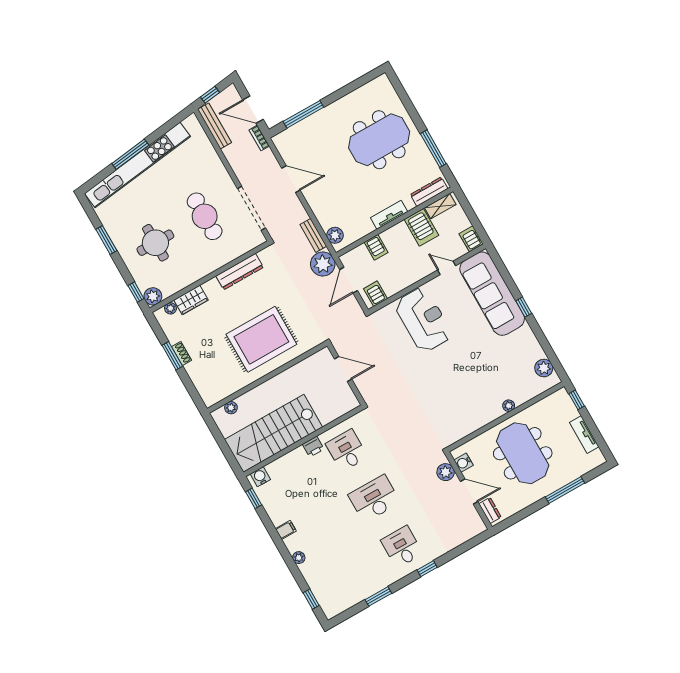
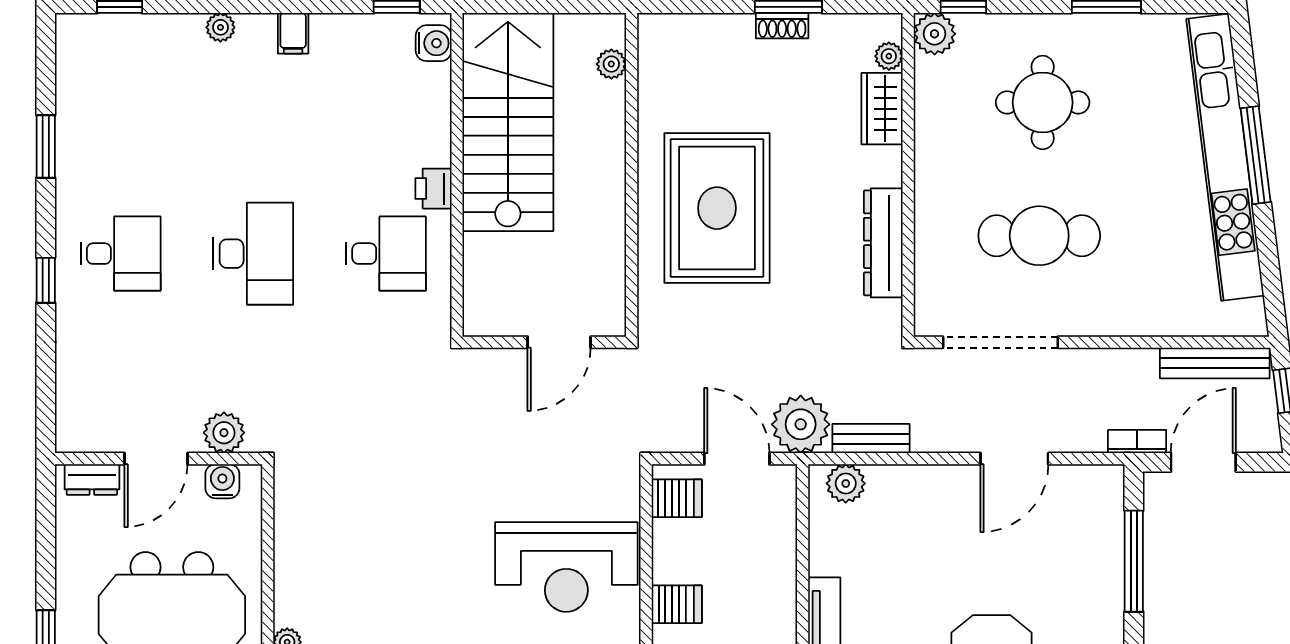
server rack: (376, 247) -> (677, 604), moved, turned 180

